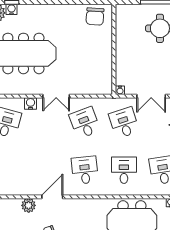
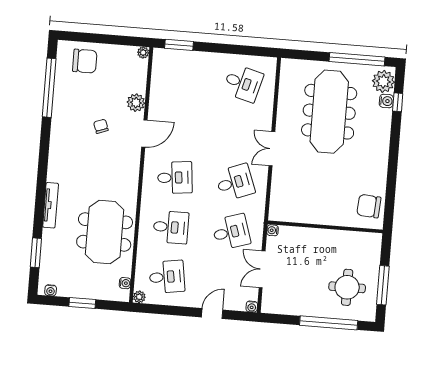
water cooler: (31, 103) -> (265, 116), removed
door: (52, 197) -> (144, 134), hinge flipped

